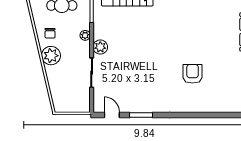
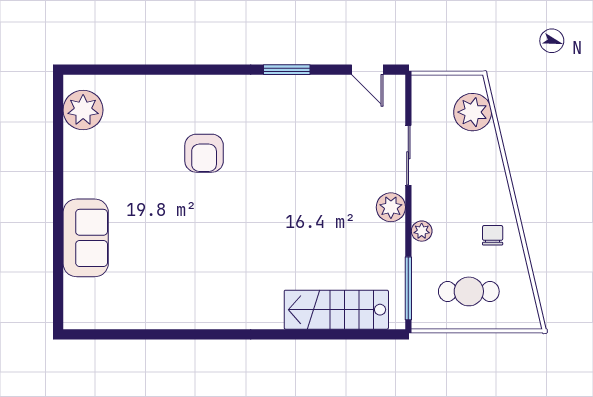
plant: (51, 56) -> (473, 112), moved
window: (141, 115) -> (287, 70), moved

